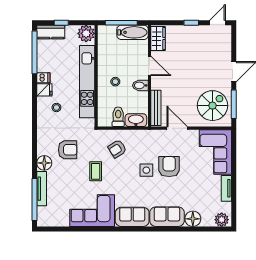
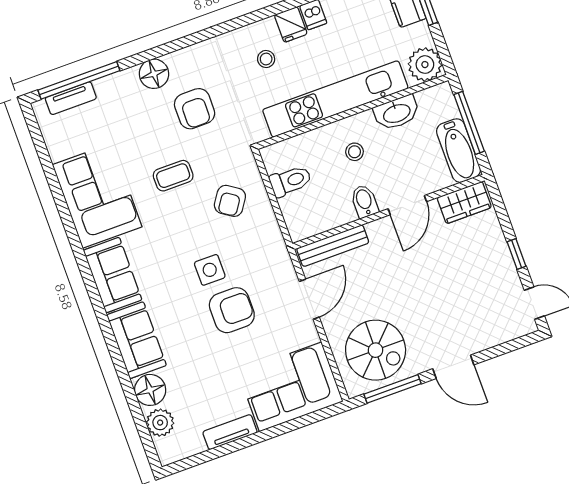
washbasin: (136, 120) -> (397, 113), moved, turned 90
armchair: (117, 149) -> (230, 201), turned -114
tv unit: (42, 189) -> (71, 98), moved, width x0.71
plant: (222, 220) -> (160, 423), moved

